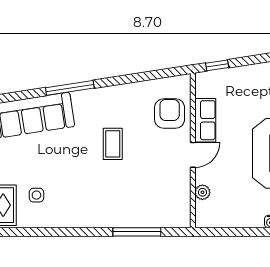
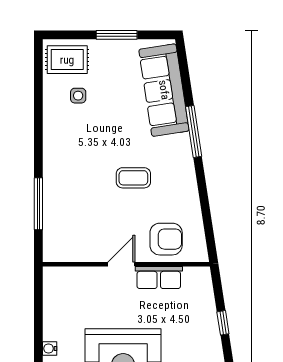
window: (217, 65) -> (223, 323), moved
door: (193, 155) -> (121, 264), swing flipped
plant: (202, 192) -> (81, 275), removed

